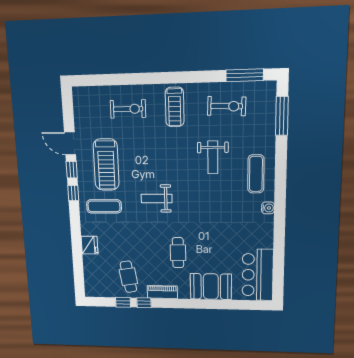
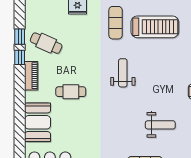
weight bench: (213, 157) -> (160, 125), turned 180
treadmill: (106, 165) -> (155, 27), turned 180
cafe table: (128, 277) -> (46, 43), turned 33

